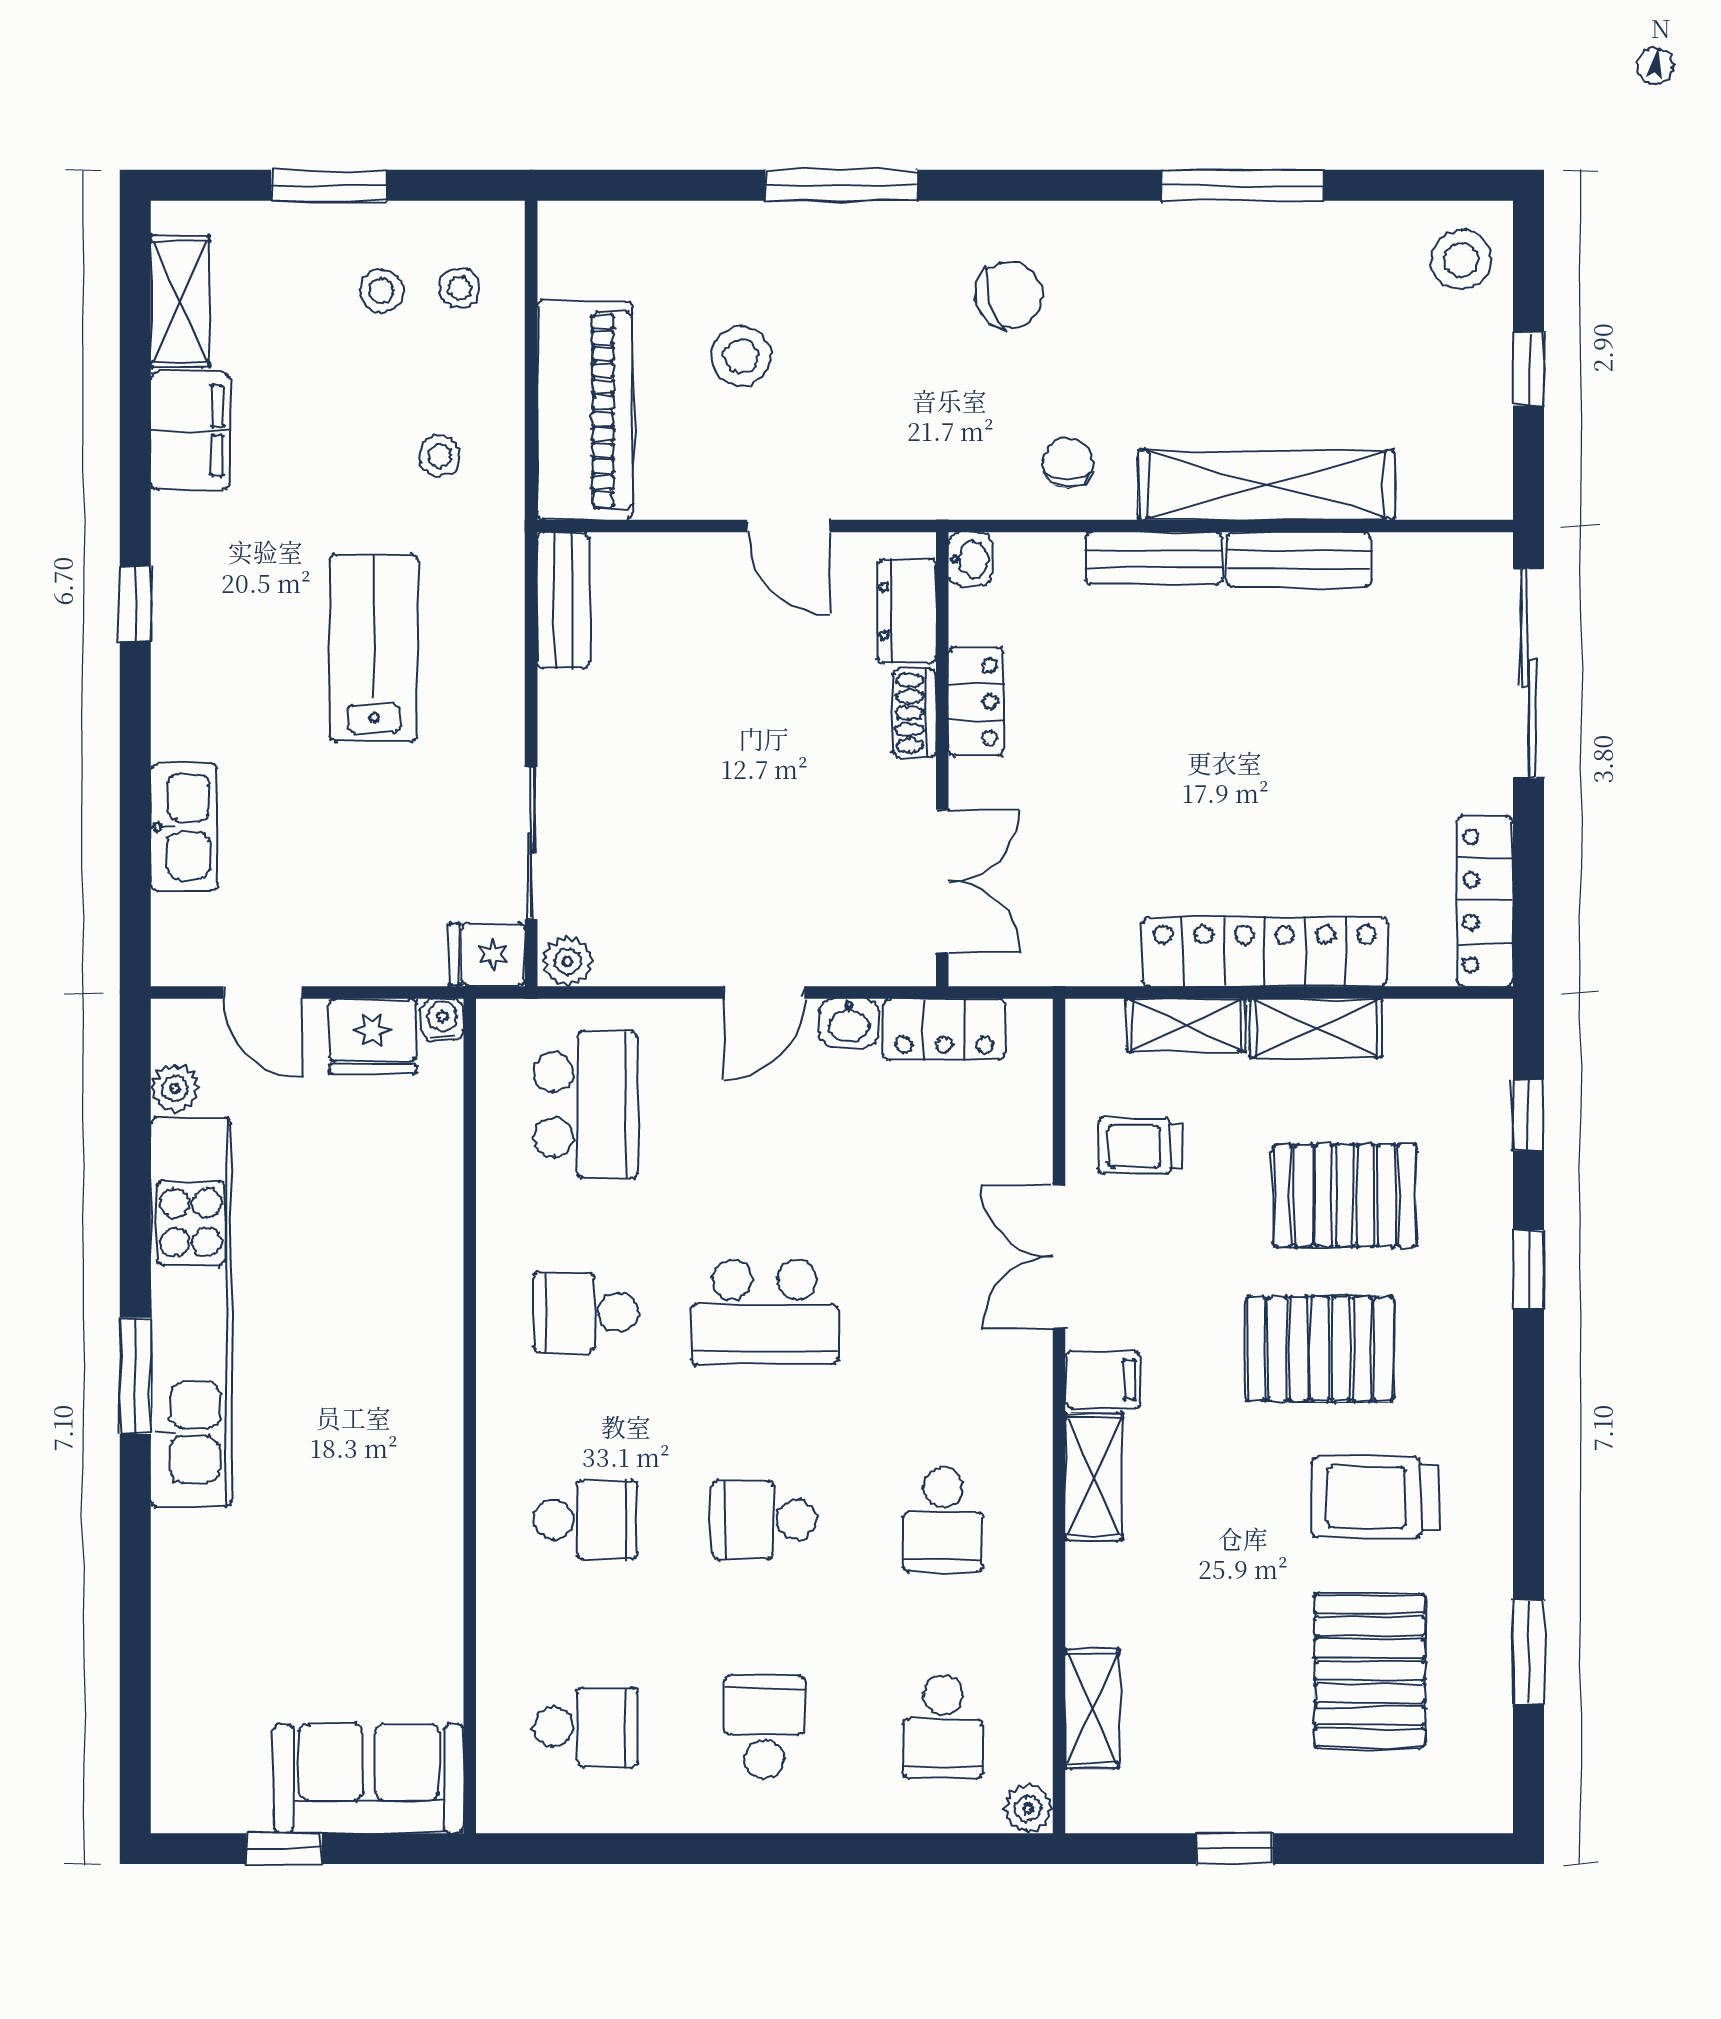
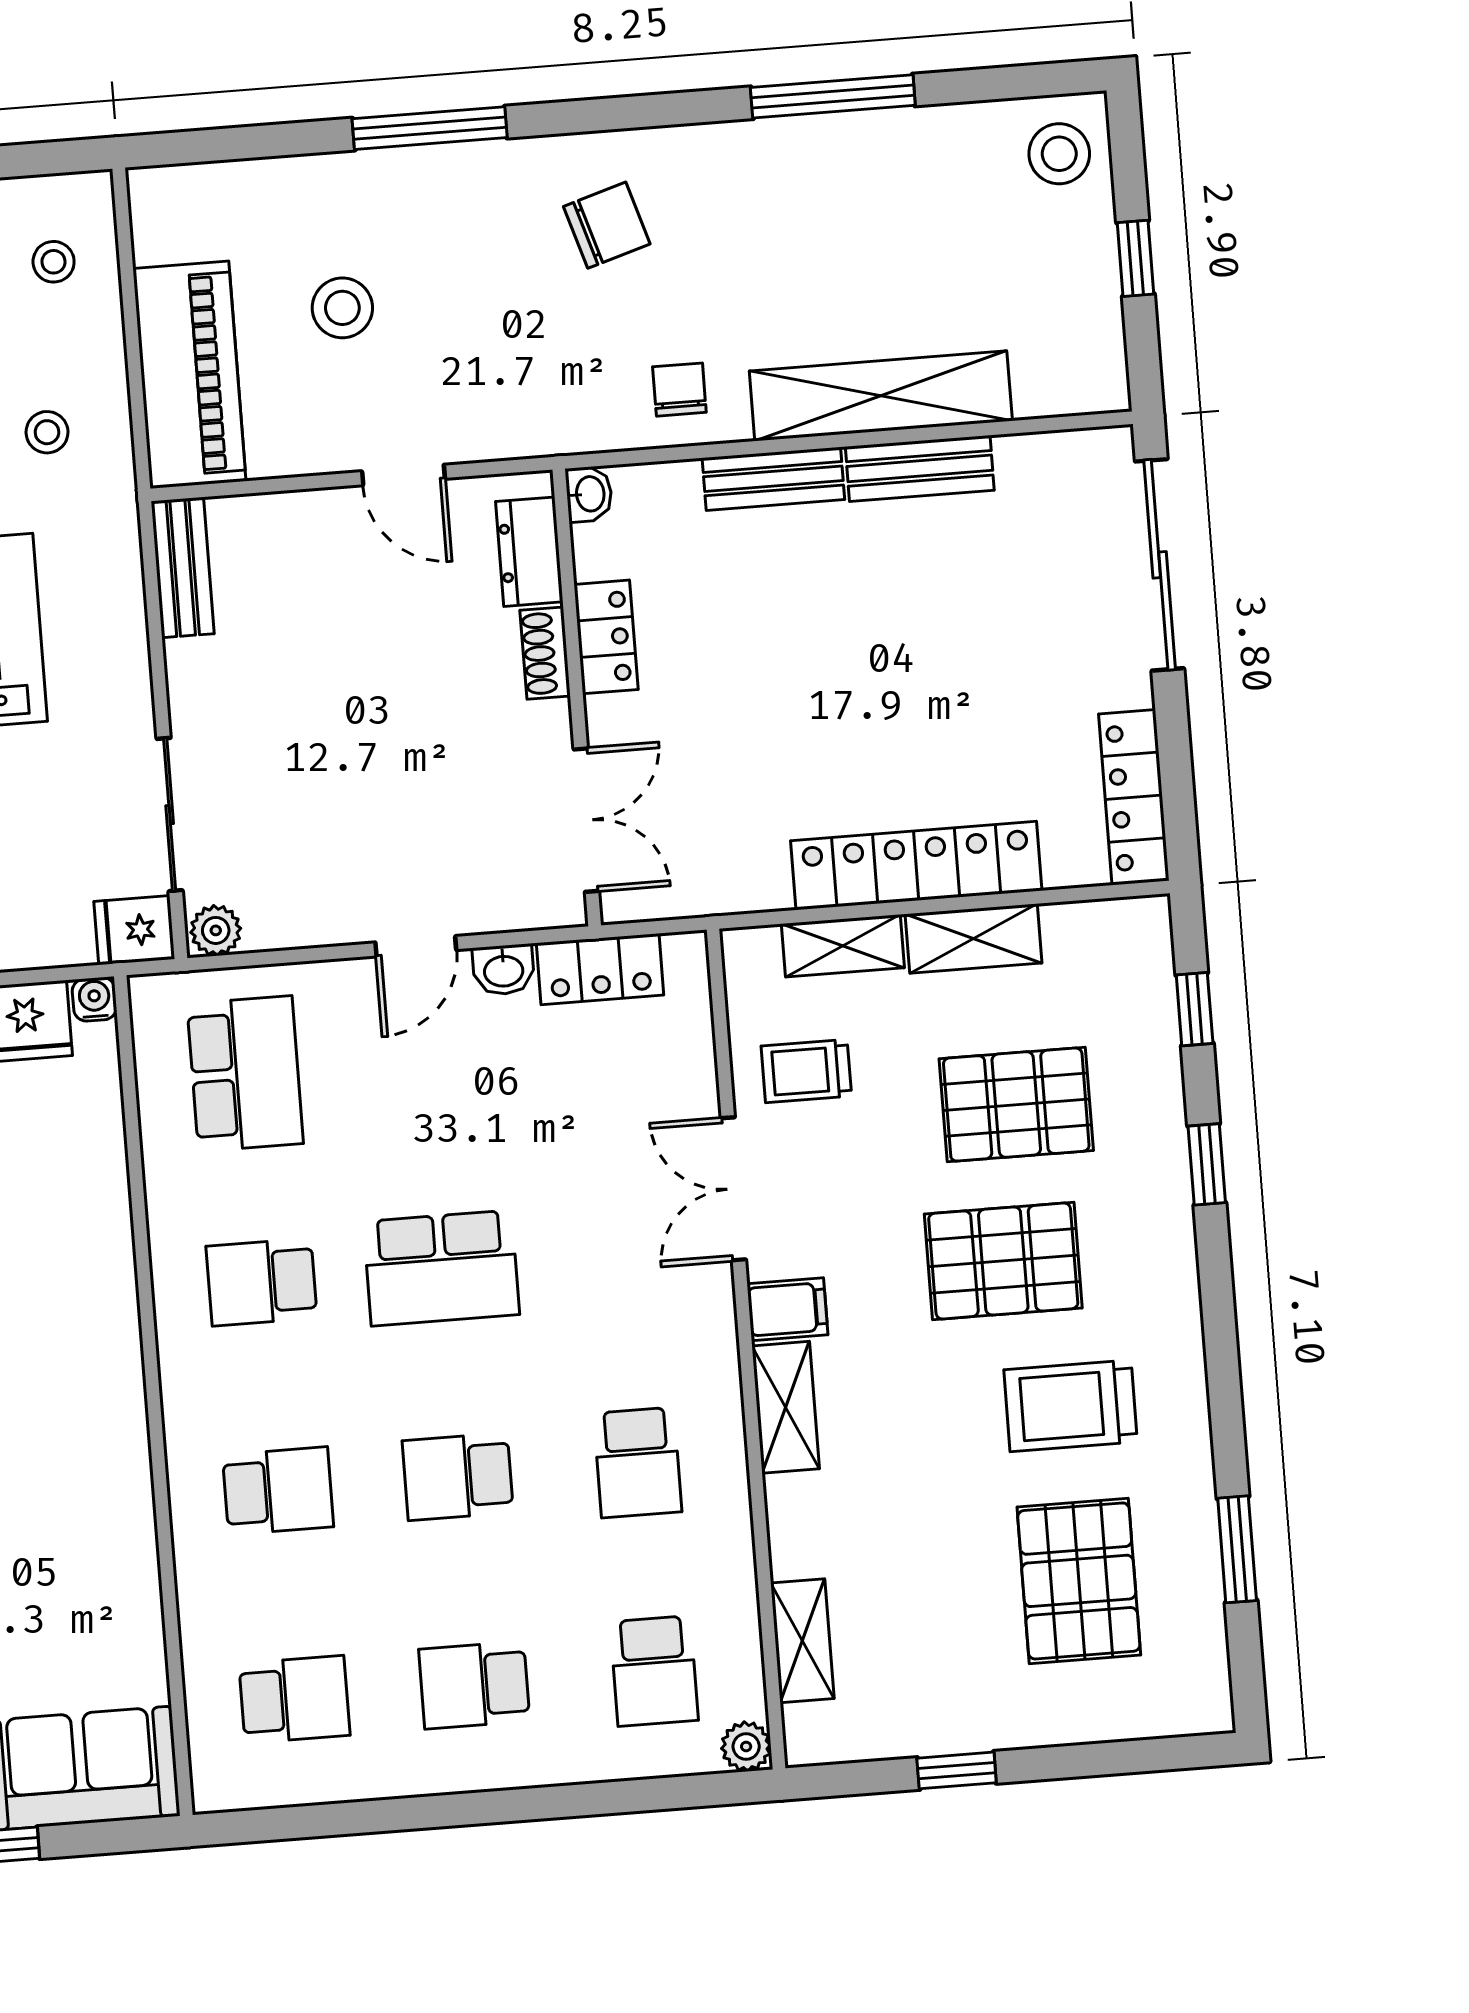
school desk: (764, 1727) -> (474, 1685), turned -90

